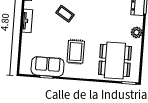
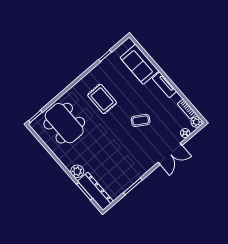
plant: (137, 32) -> (77, 171), moved
sofa: (48, 67) -> (139, 64), moved, turned 90

